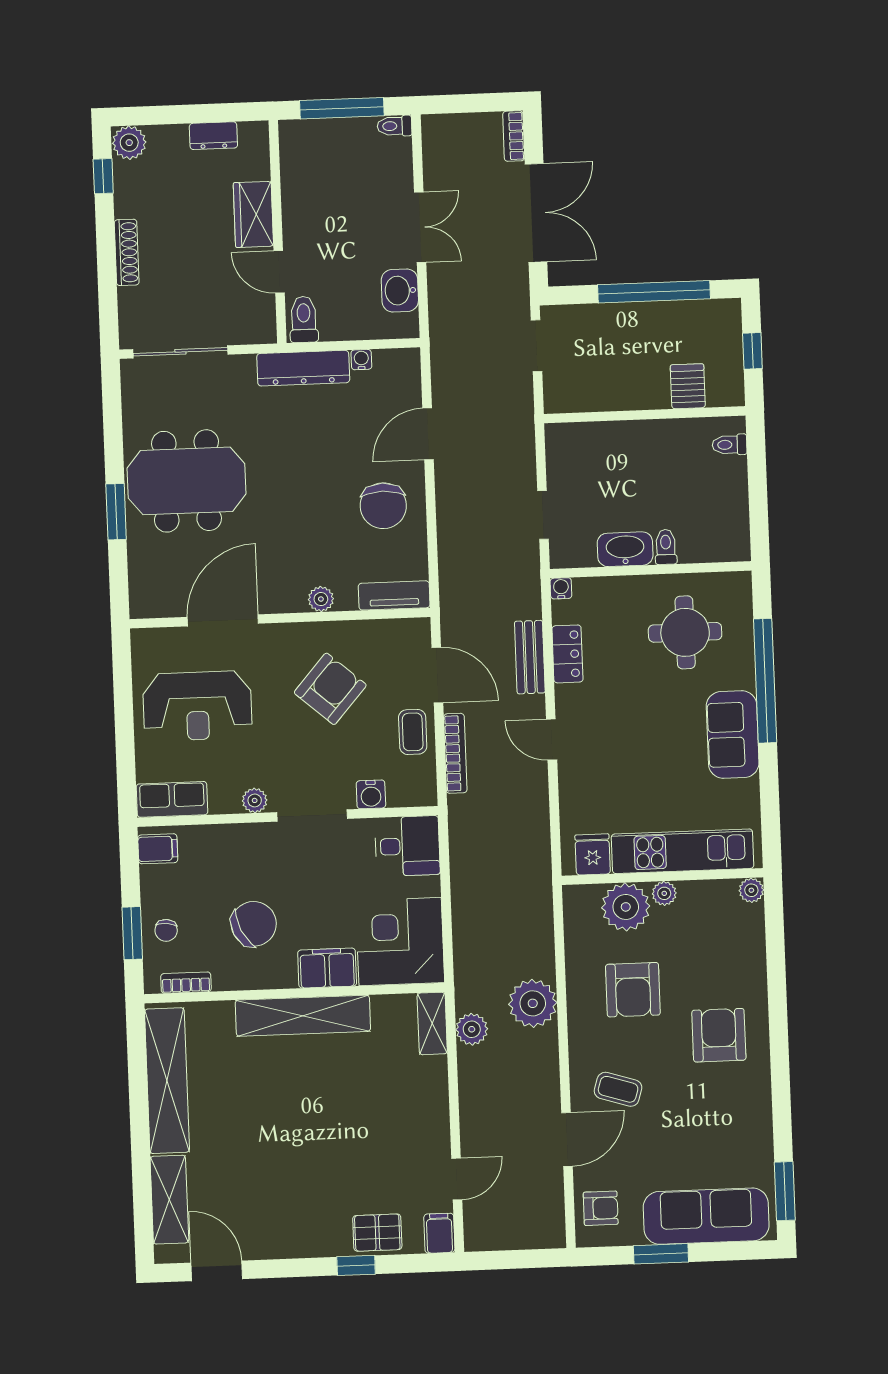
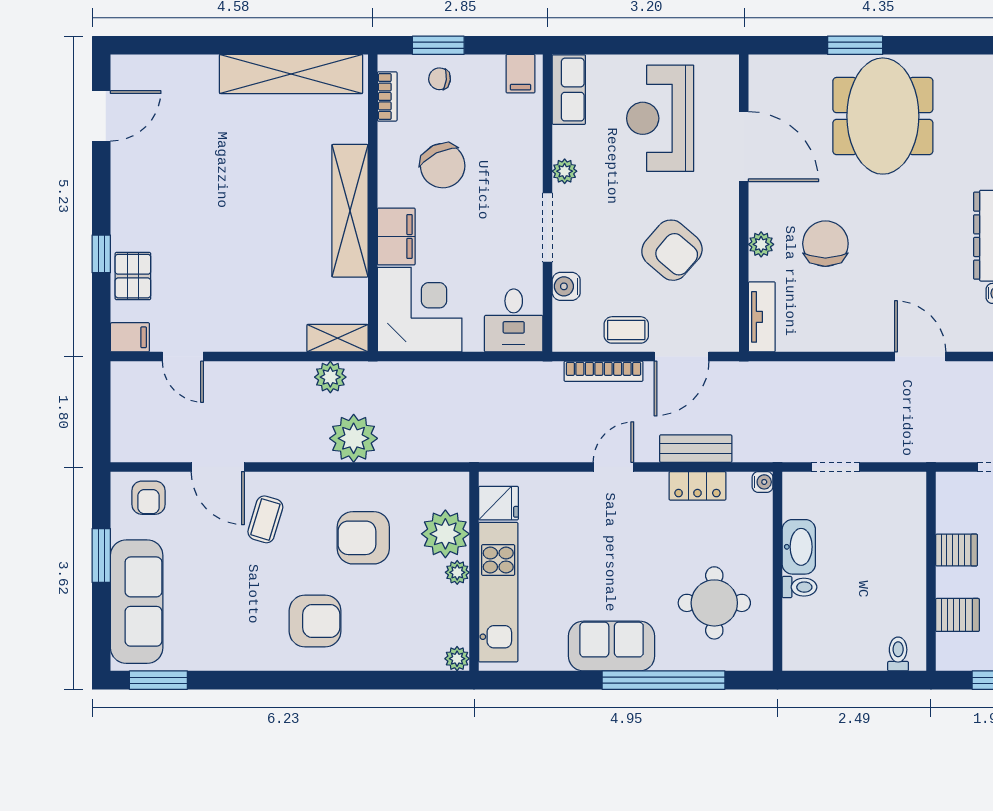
server rack: (622, 390) -> (957, 550), added
chair: (383, 506) -> (825, 244), moved, turned 90
shelving: (169, 1200) -> (173, 72), removed

